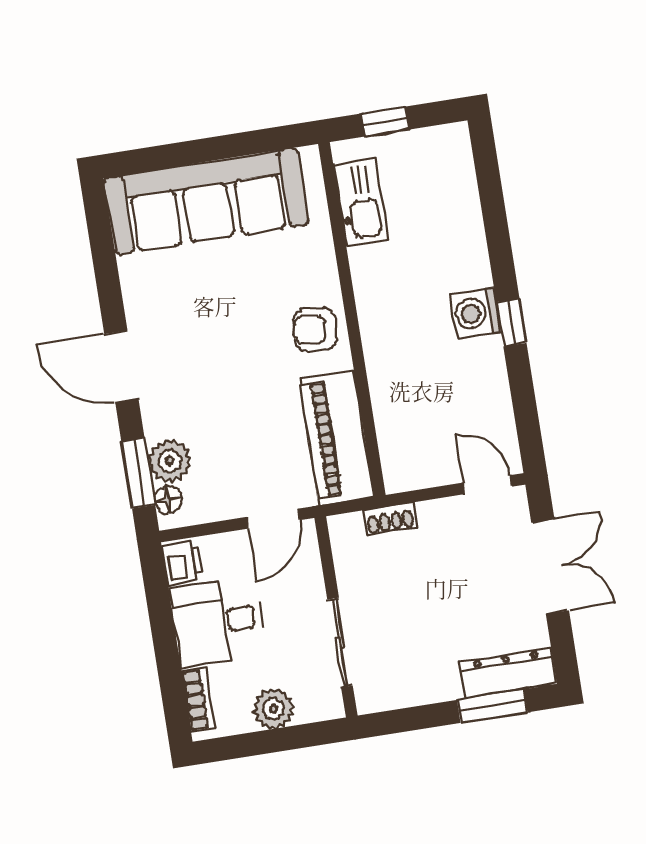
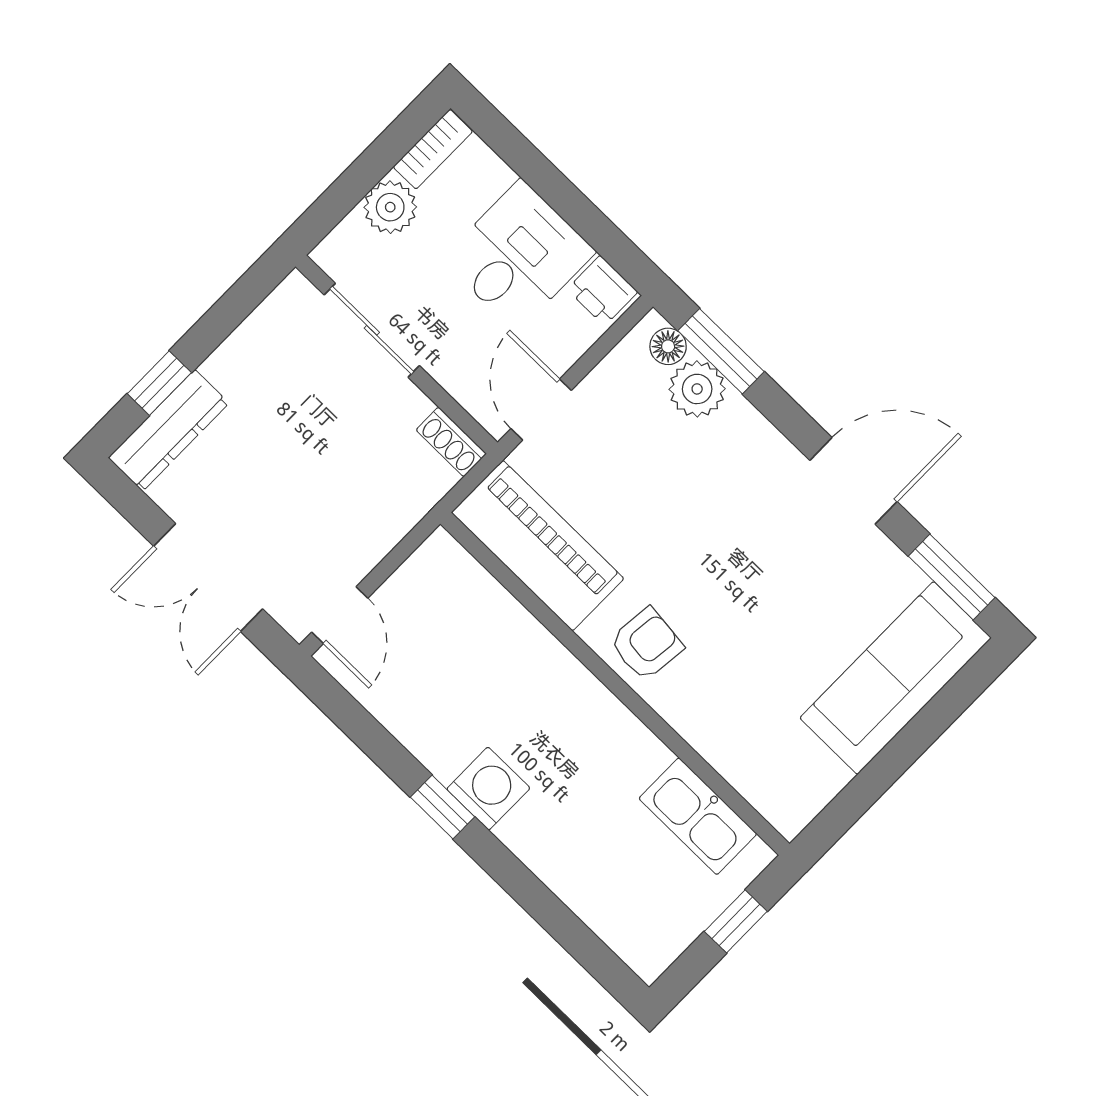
sofa: (206, 201) -> (896, 678), width x0.74, depth x0.79
window: (100, 233) -> (952, 577), added
door: (121, 367) -> (853, 481), moved
door: (487, 485) -> (340, 615), hinge flipped
shoe rack: (390, 519) -> (451, 442), moved, turned -90
bookcase: (198, 700) -> (433, 149), moved, turned -90
window: (492, 706) -> (159, 383), width x0.67

